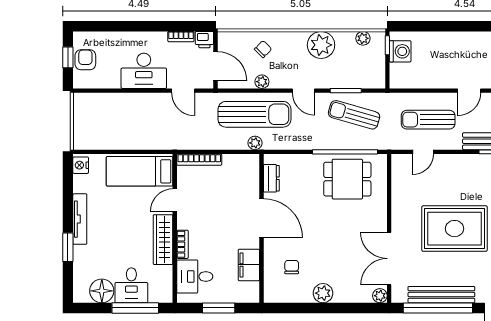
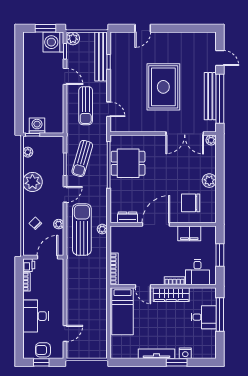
desk: (144, 71) -> (35, 316), moved, turned 180
door: (183, 91) -> (65, 333), moved
nightstand: (81, 165) -> (185, 353), moved
dining table: (347, 179) -> (128, 163), turned 90
chair: (292, 267) -> (191, 203), width x1.87, depth x1.87
floor lamp: (102, 291) -> (208, 338), removed

